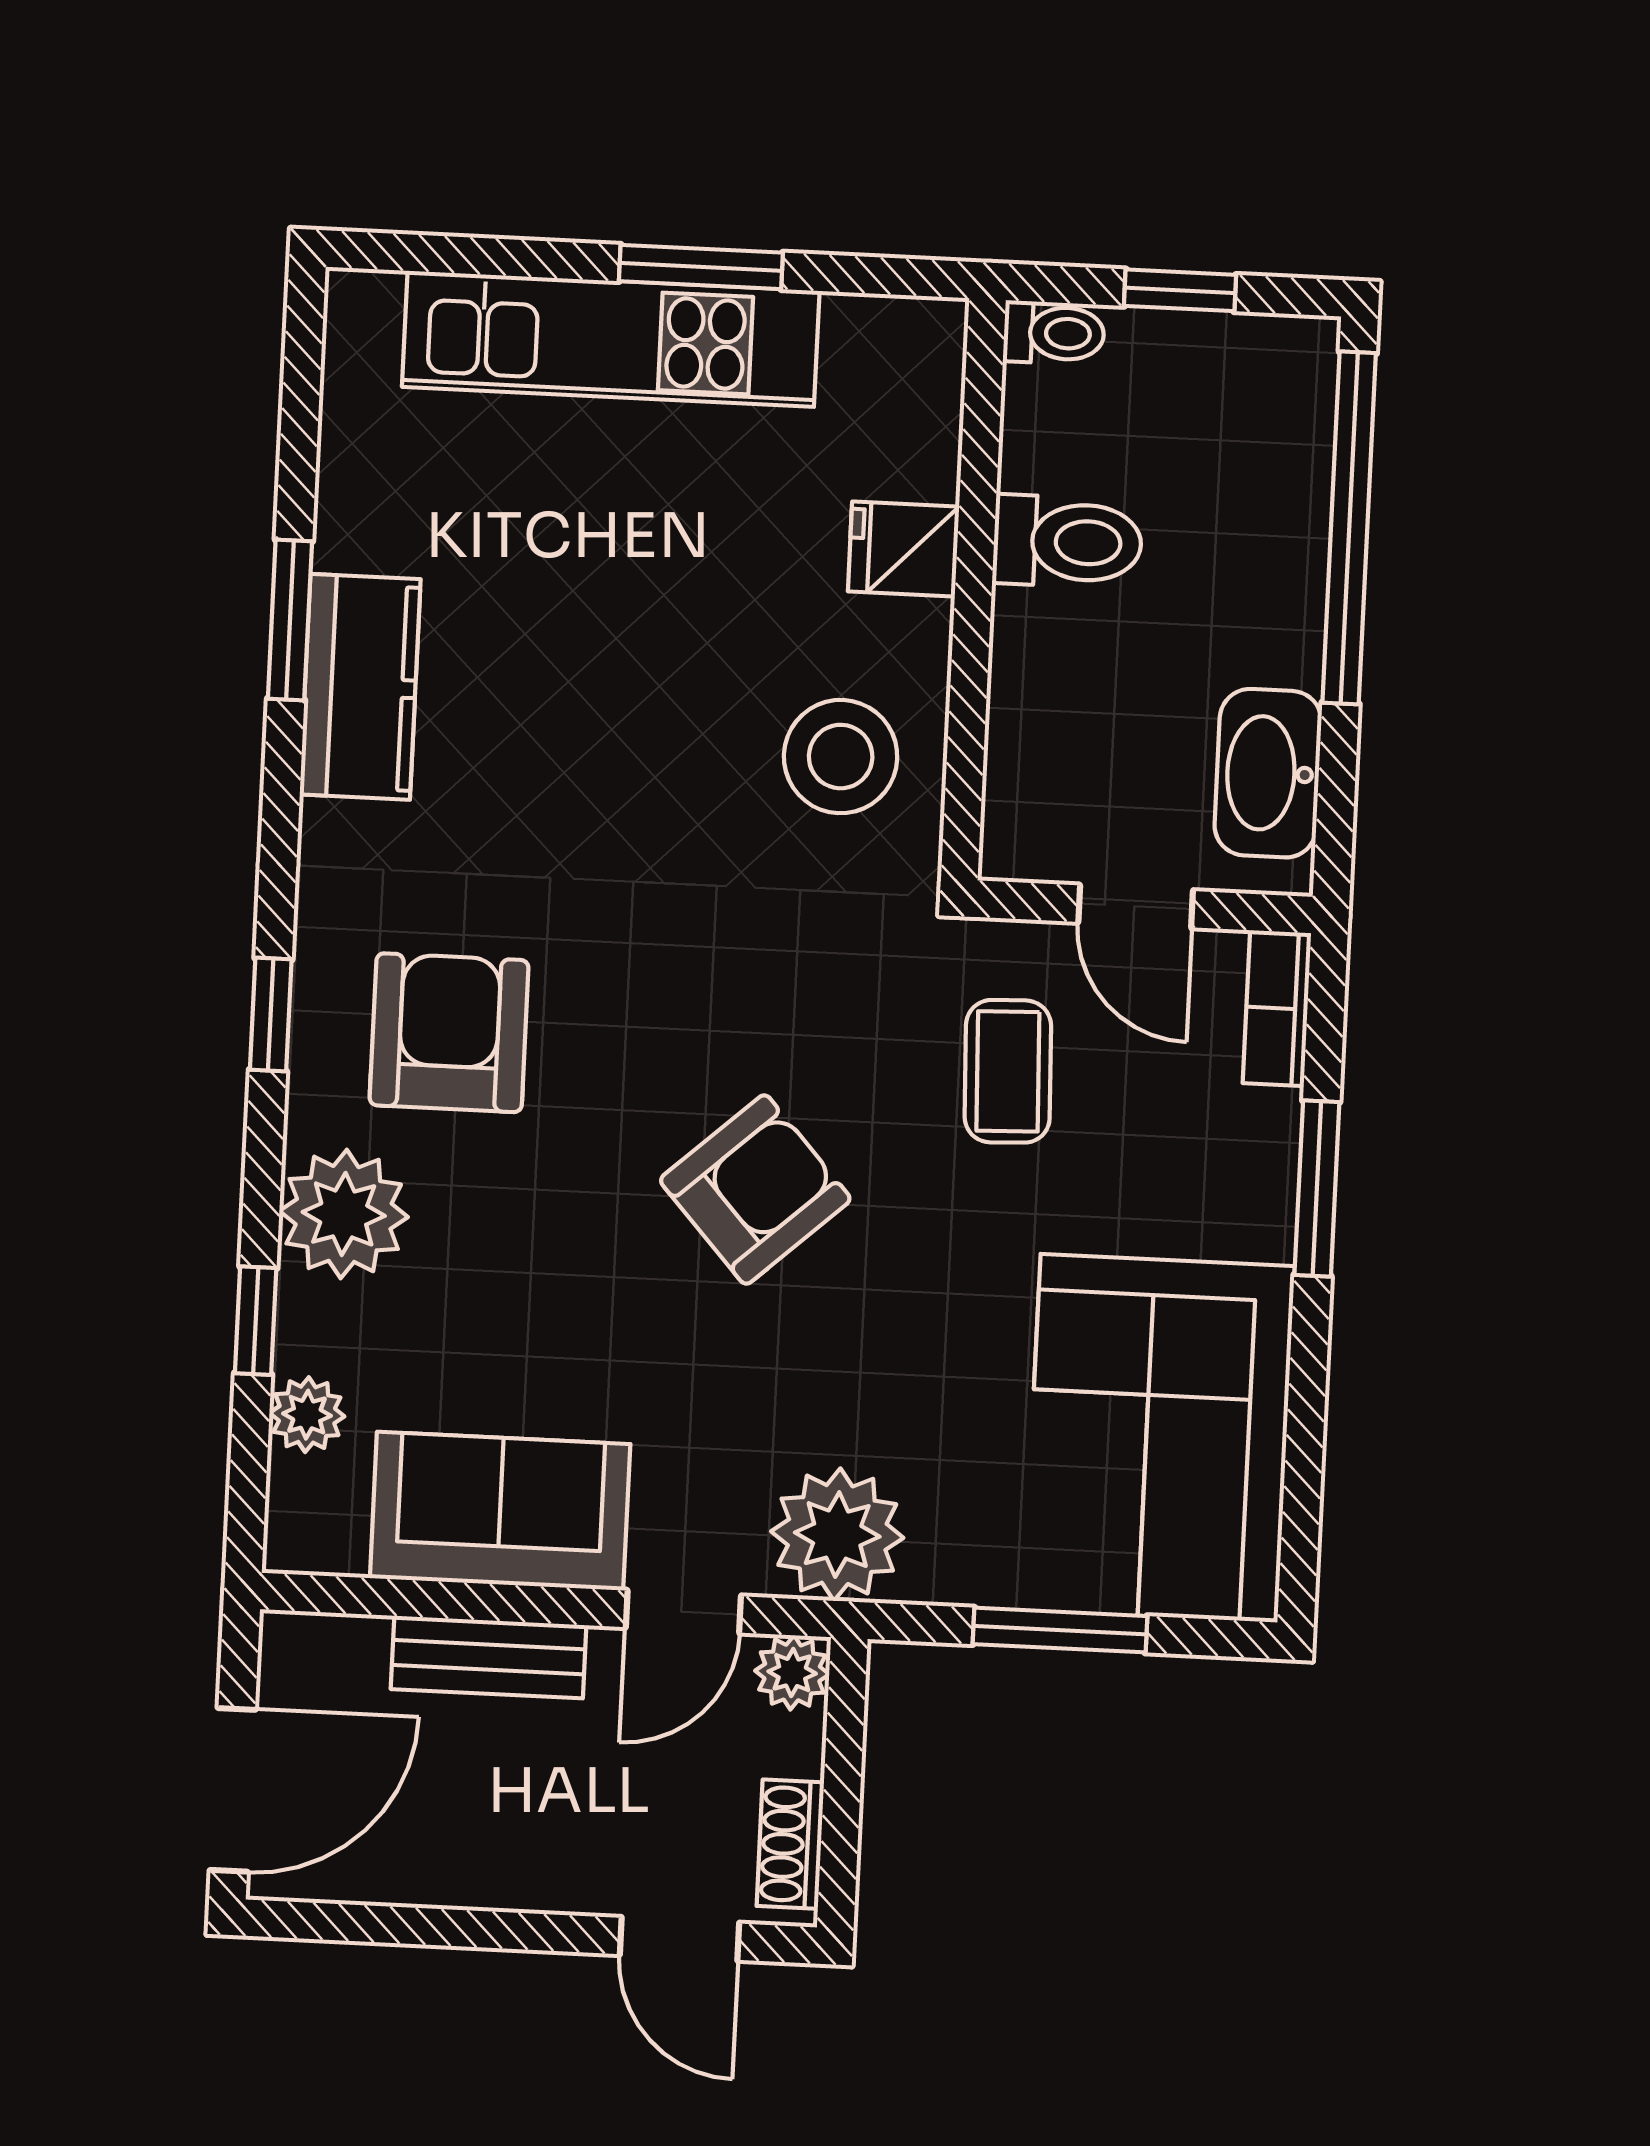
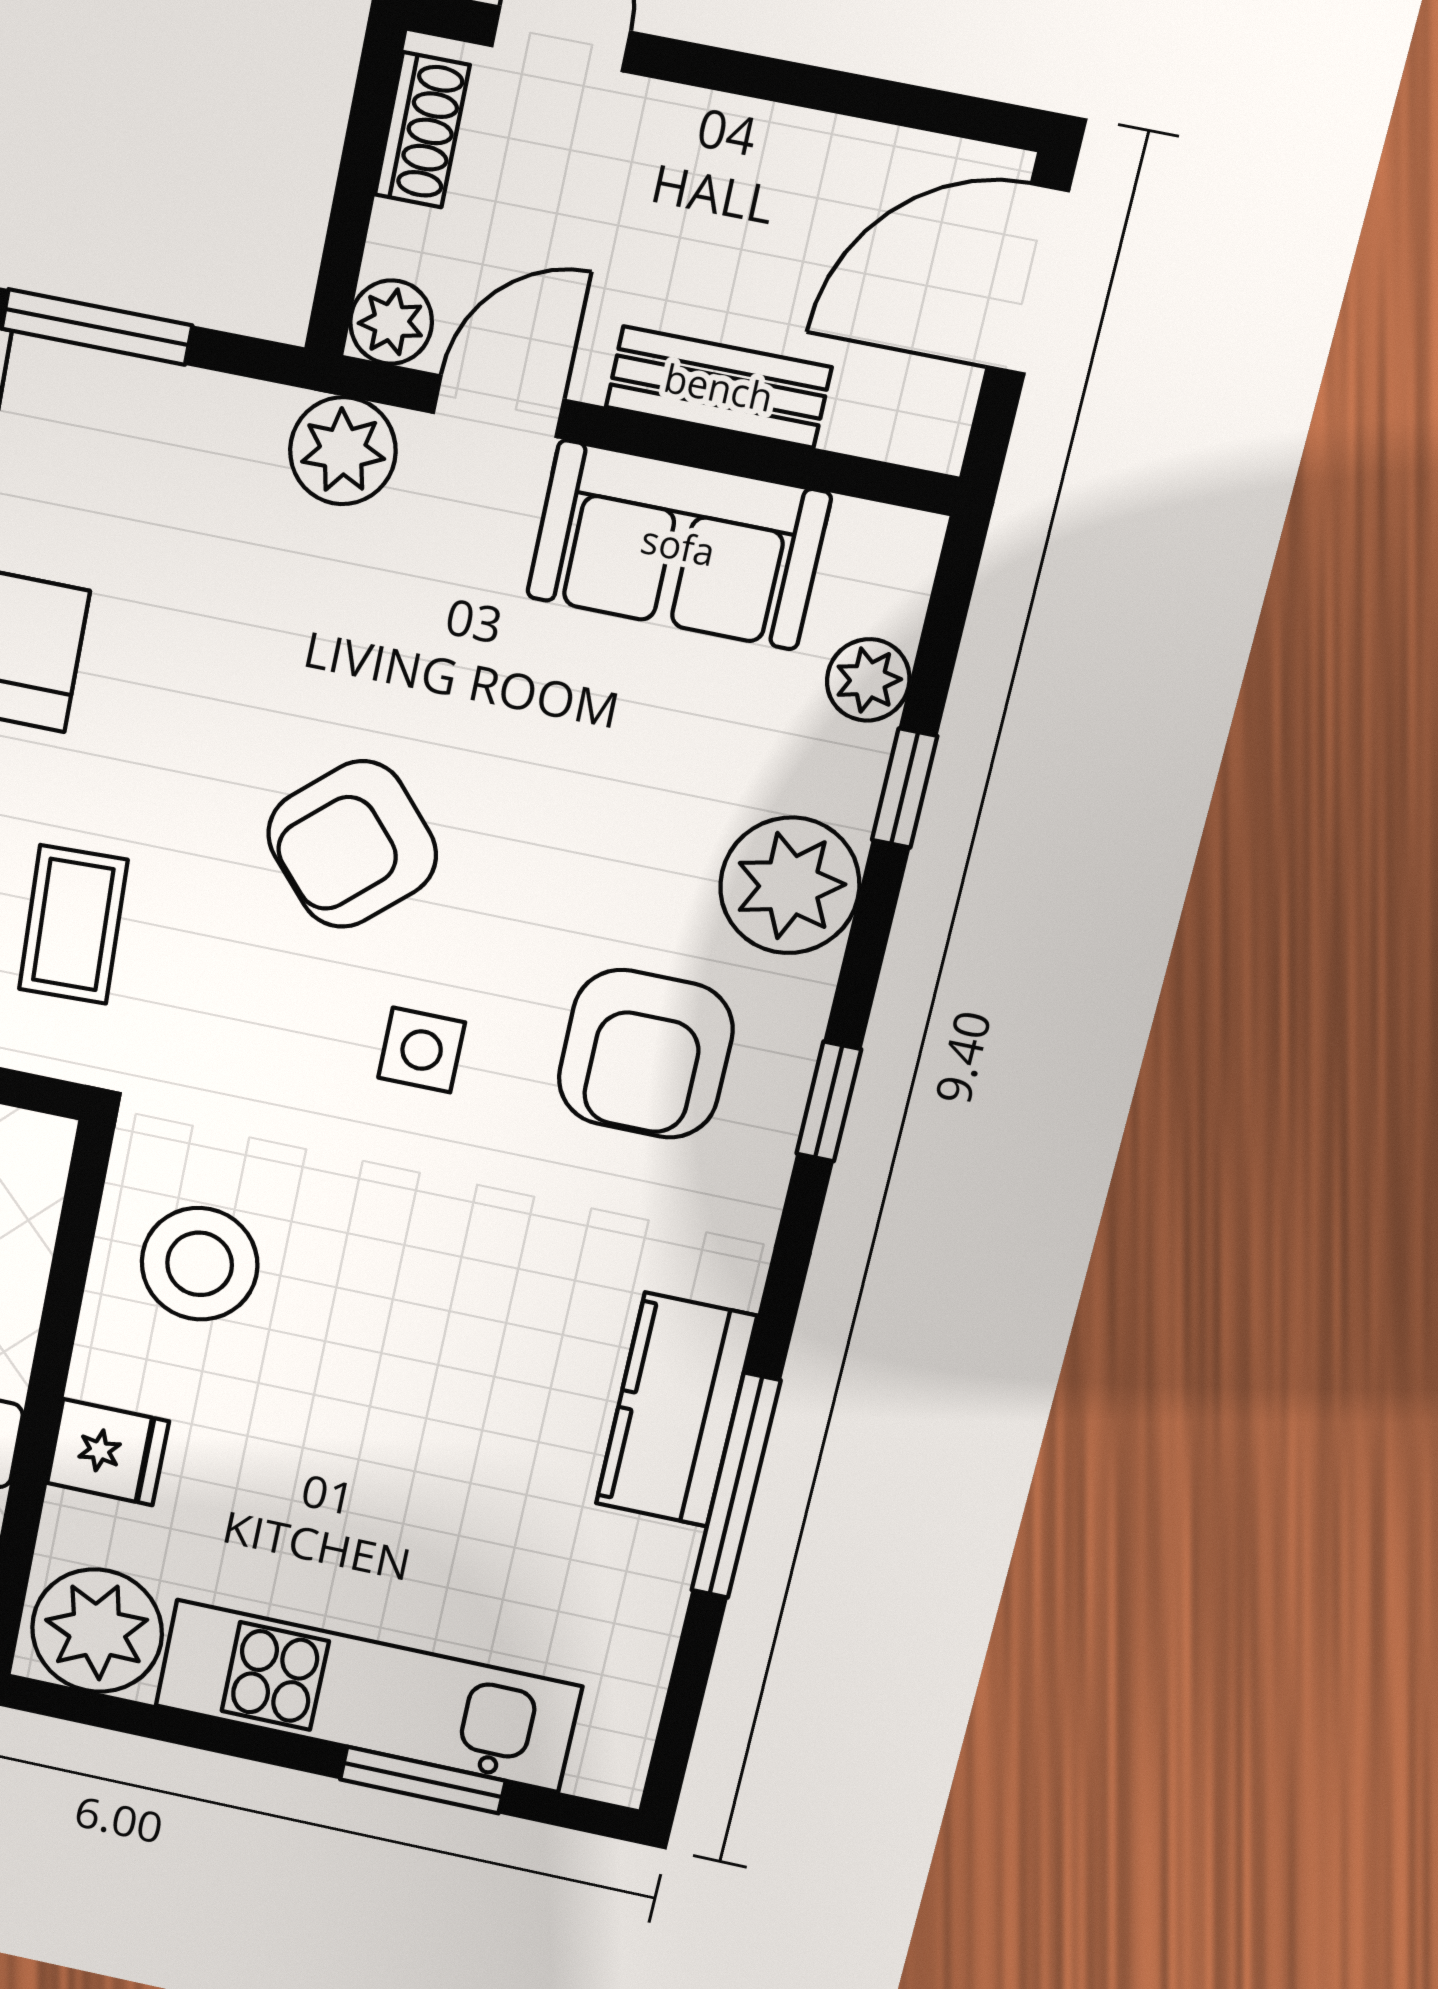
window: (701, 267) -> (423, 1780), moved
plant: (889, 360) -> (97, 1631), added
window: (290, 620) -> (736, 1486), width x1.44
side table: (660, 1003) -> (422, 1050), added
plant: (837, 1535) -> (343, 451), width x0.73, depth x0.73

